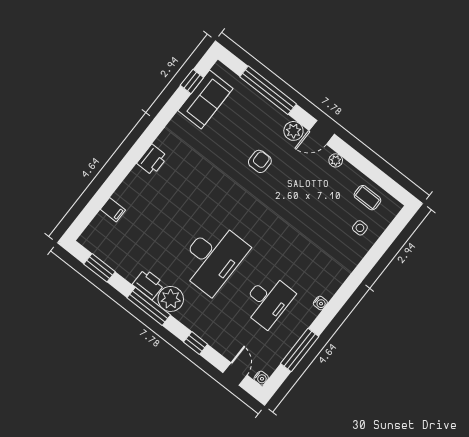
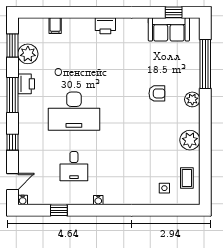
door: (322, 132) -> (205, 118), removed
plant: (336, 160) -> (190, 140), width x1.87, depth x1.87
plant: (171, 299) -> (28, 54), moved
desk: (268, 301) -> (74, 166), width x0.73
window: (300, 350) -> (59, 210), width x0.46

